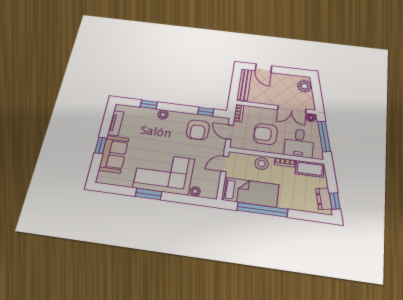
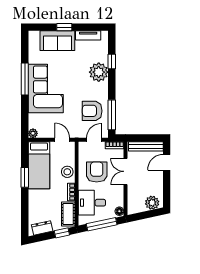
double door: (292, 109) -> (125, 171), moved
window: (206, 112) -> (112, 115), width x2.17
plant: (163, 115) -> (99, 72), width x1.87, depth x1.87
plant: (195, 191) -> (33, 133), moved
window: (149, 194) -> (25, 79), width x1.44
window: (335, 201) -> (62, 233), moved
window: (262, 210) -> (25, 177), width x0.47

